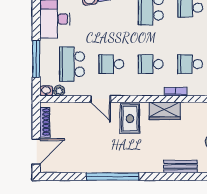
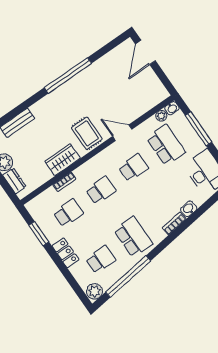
shoe rack: (45, 122) -> (155, 82), removed

